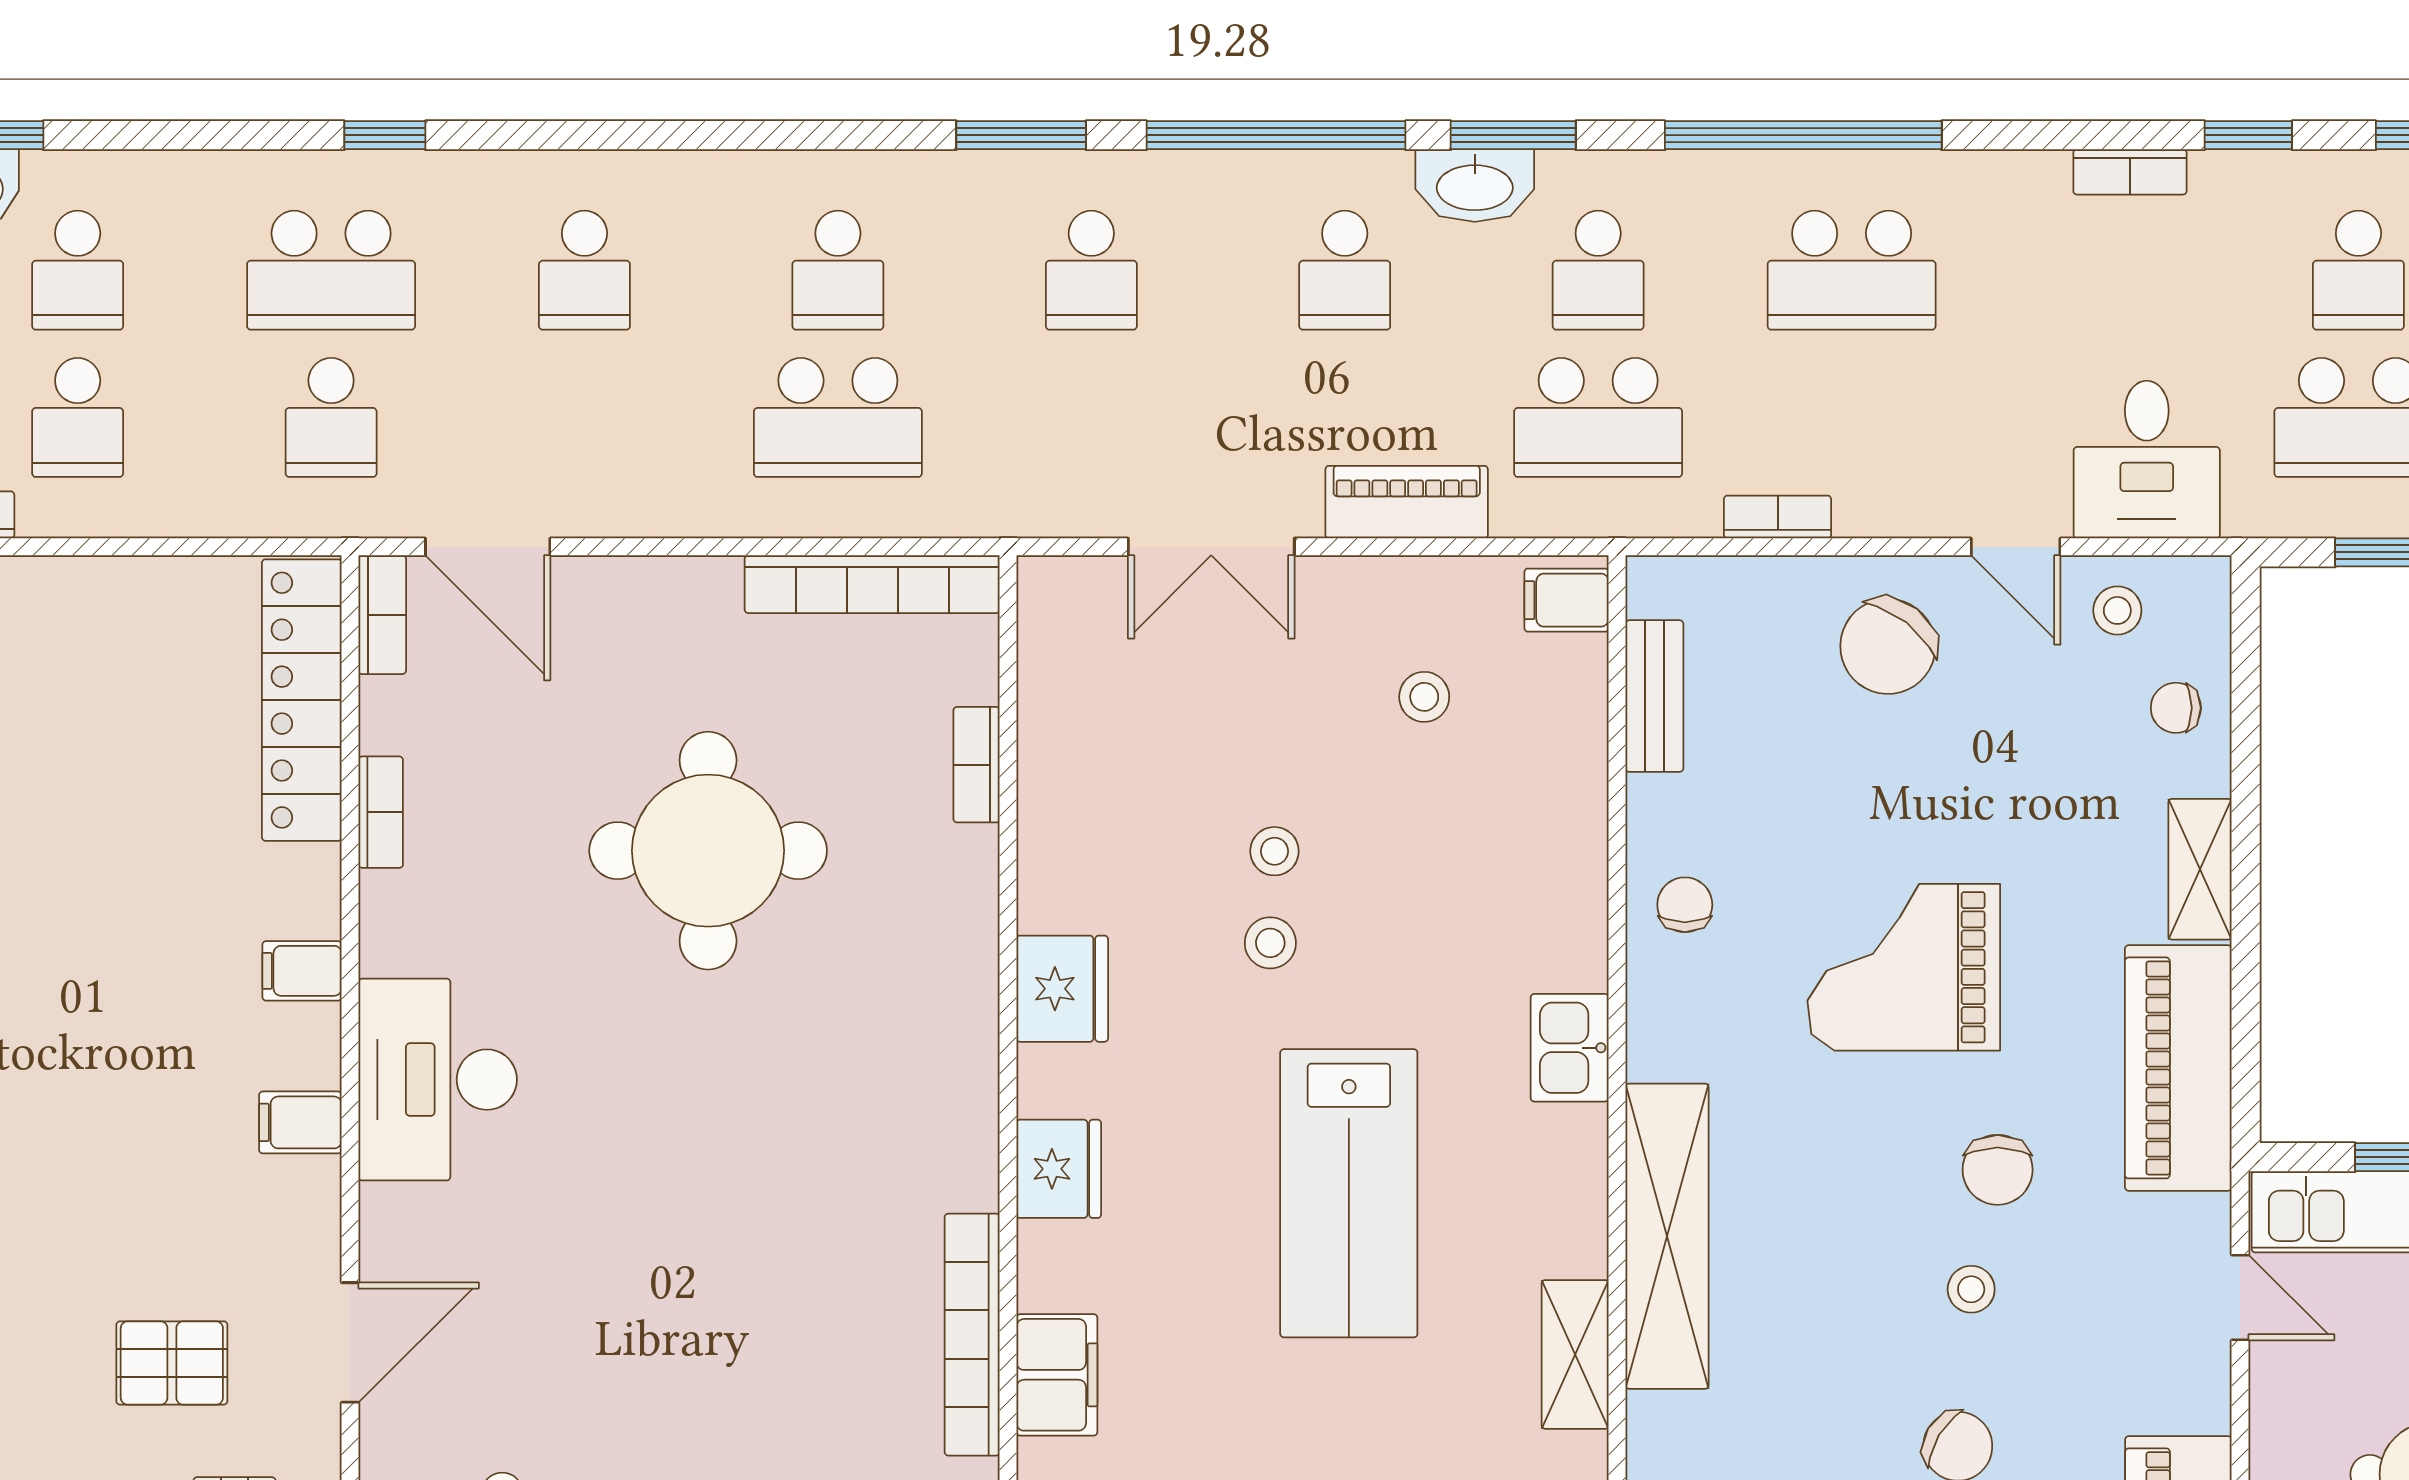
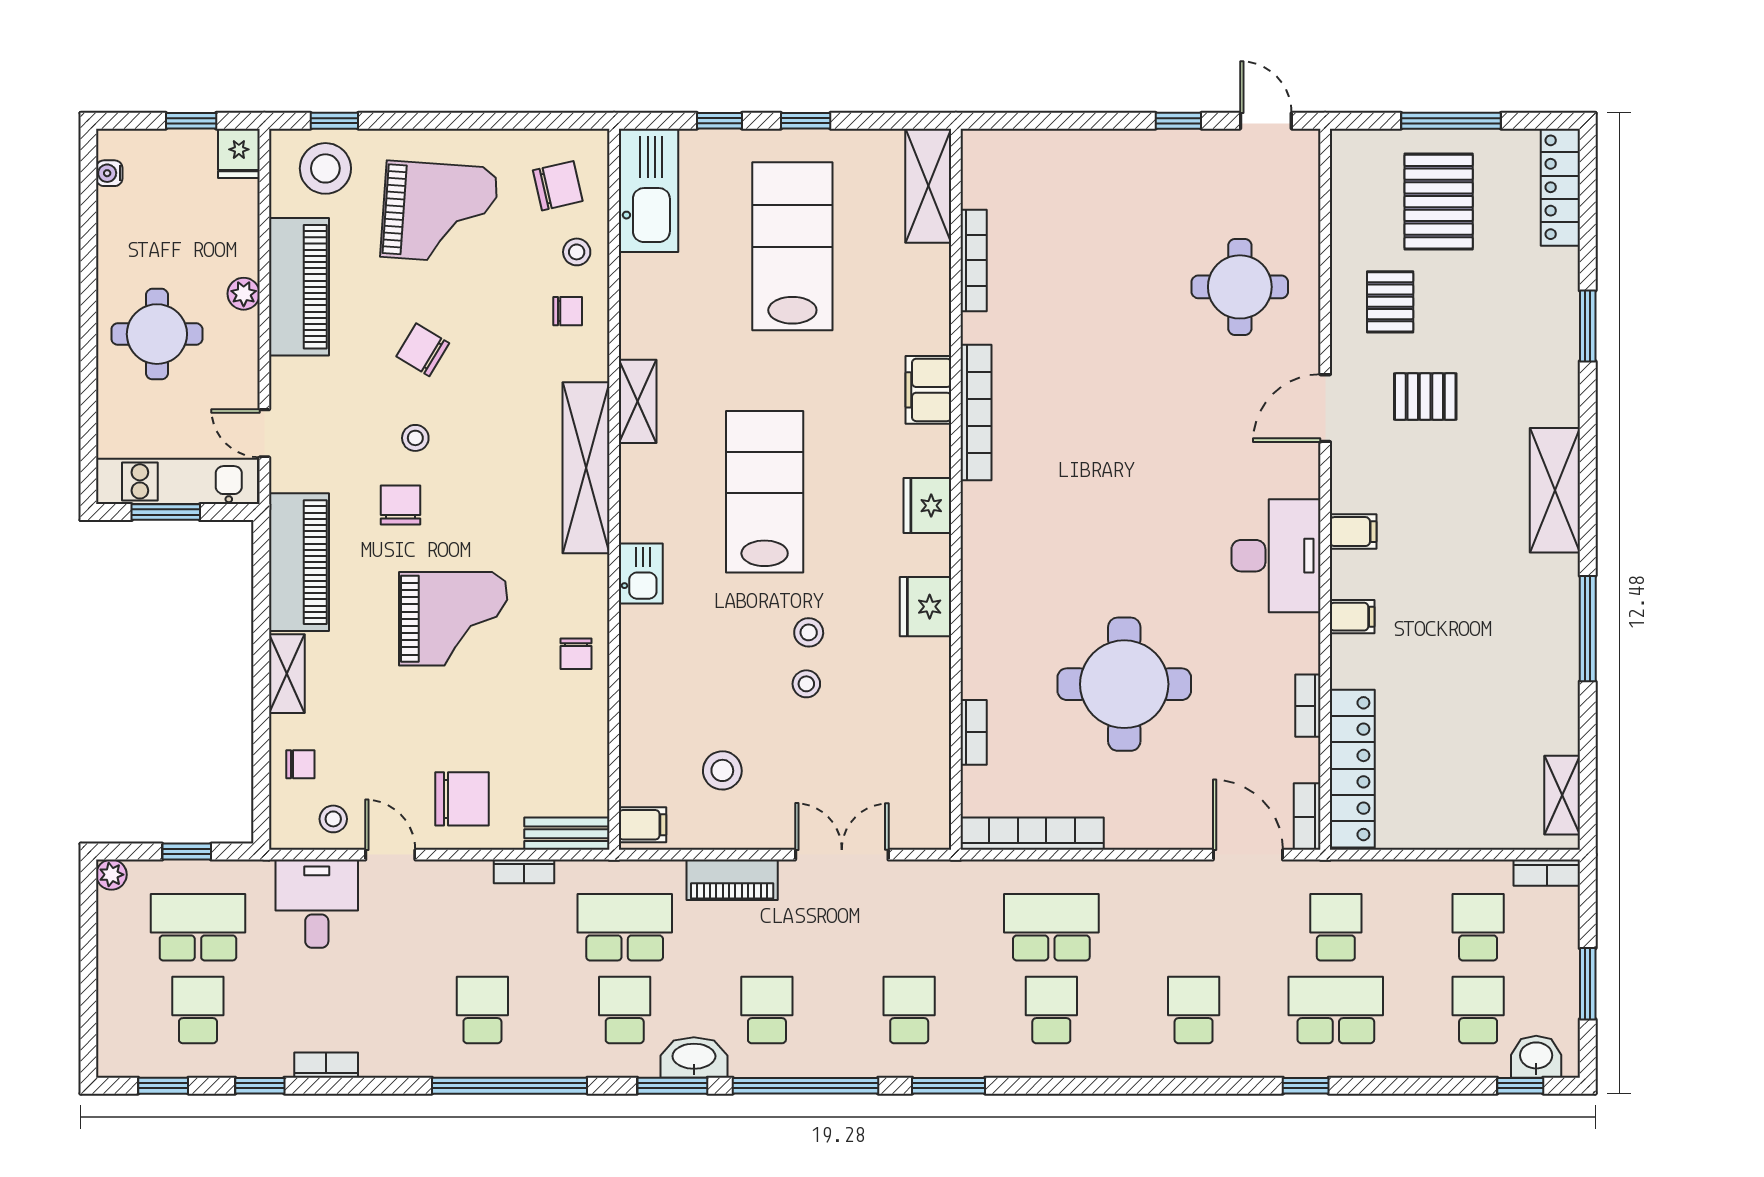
school desk: (1852, 270) -> (482, 1010), width x0.54
chair: (1888, 646) -> (462, 799), turned 52
bench: (1654, 696) -> (567, 834), moved, turned 90
stool: (1424, 697) -> (722, 770), width x1.37, depth x1.37

